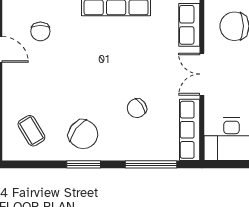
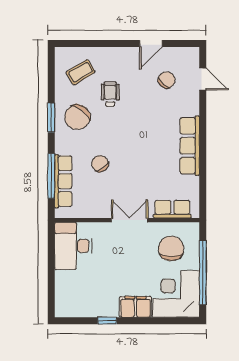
chair: (40, 31) -> (167, 80), turned 132
wheelchair: (57, 96) -> (110, 94), added
row of seats: (190, 130) -> (63, 181), moved, turned 90

